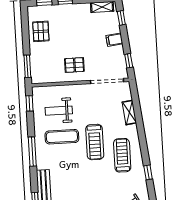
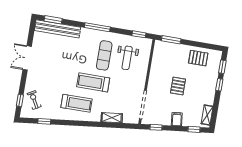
pallet: (74, 65) -> (178, 86), moved
weight bench: (59, 111) -> (127, 58), turned 180
window: (148, 172) -> (44, 121), moved

